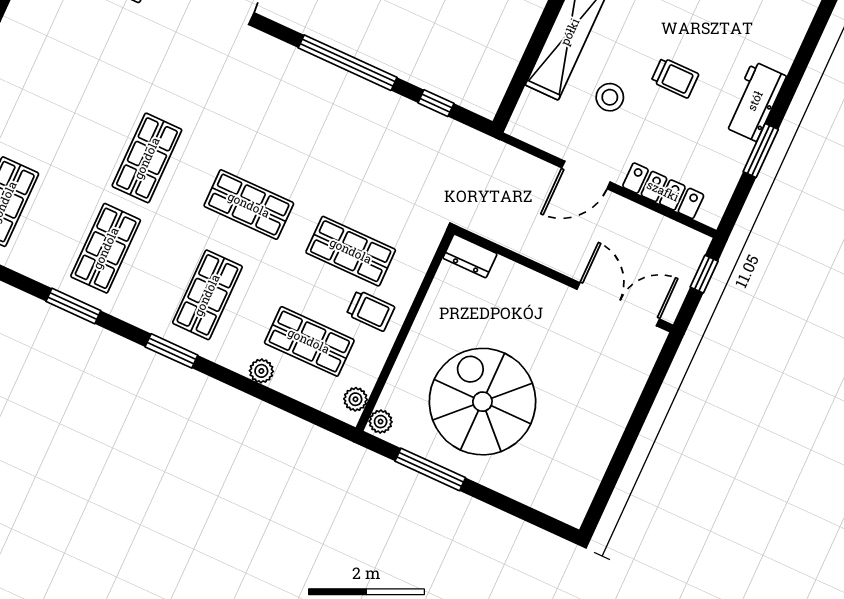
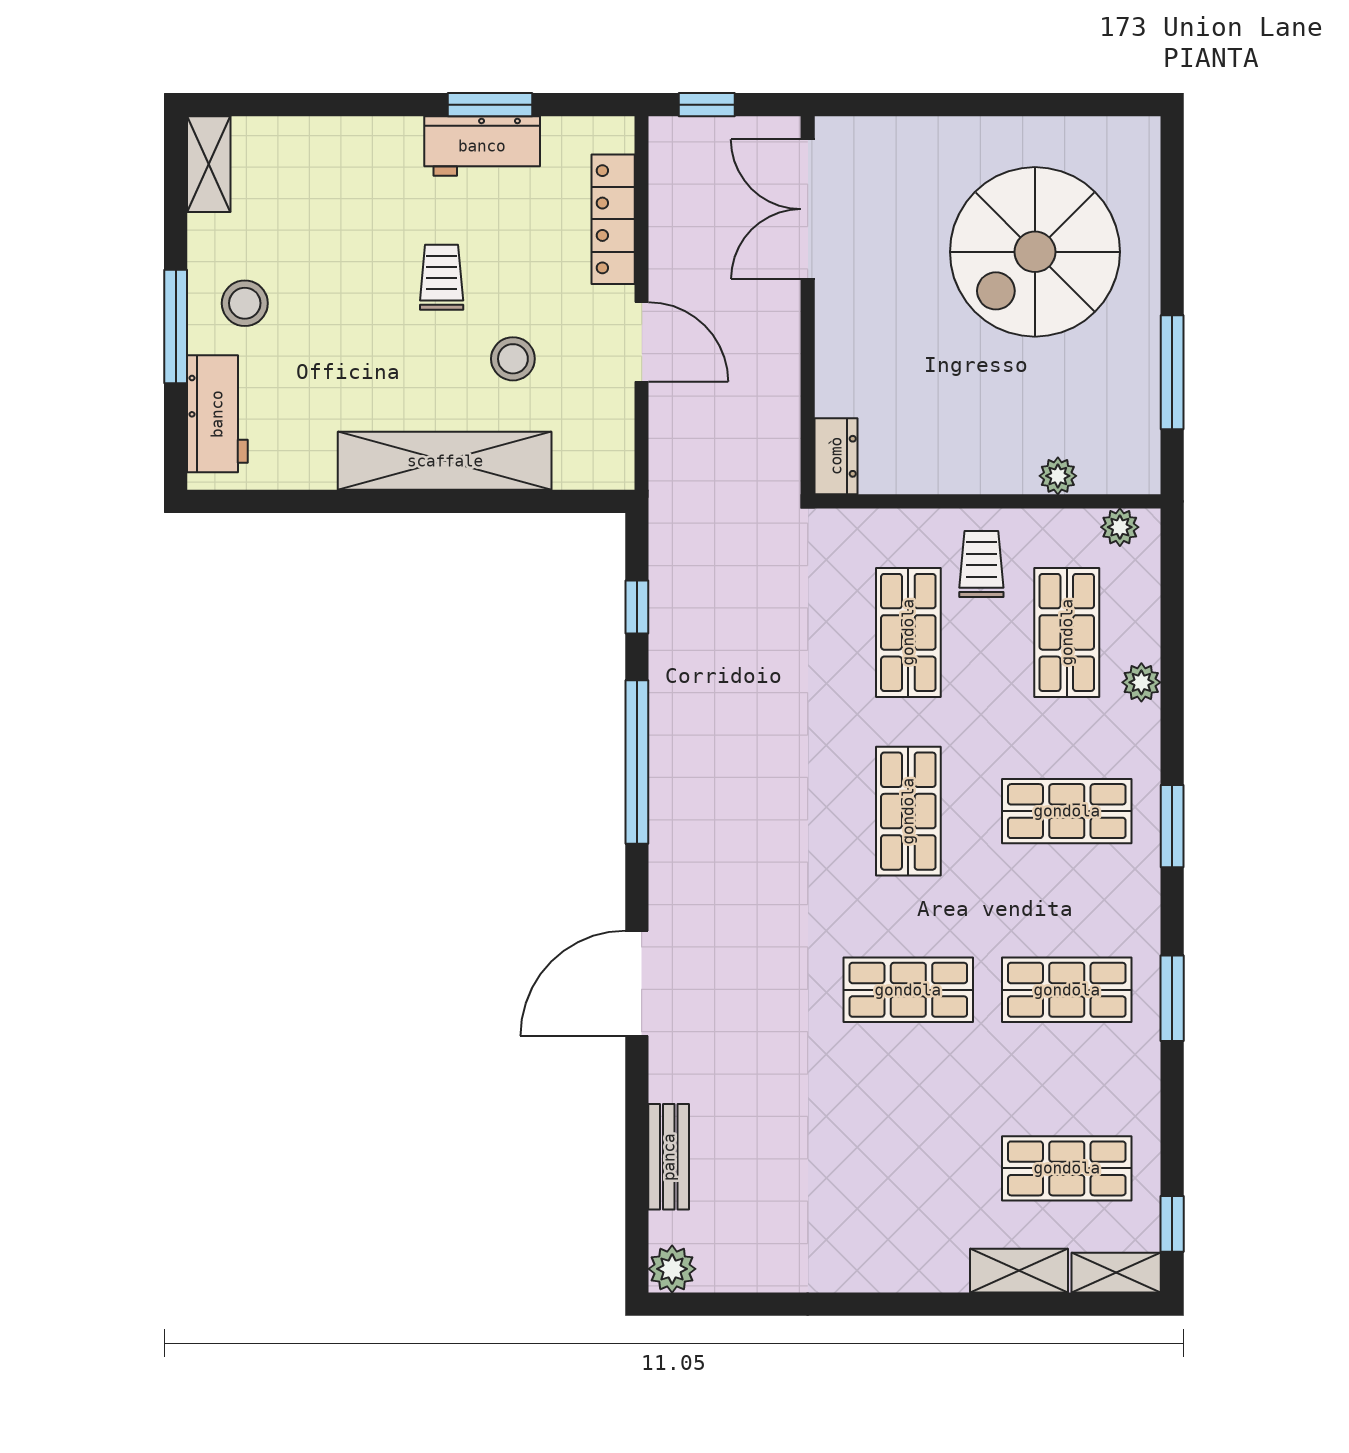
workbench: (755, 101) -> (482, 146), moved
spiral stairs: (482, 402) -> (1035, 252), moved
plant: (381, 422) -> (1058, 476), moved

